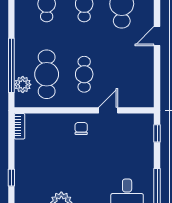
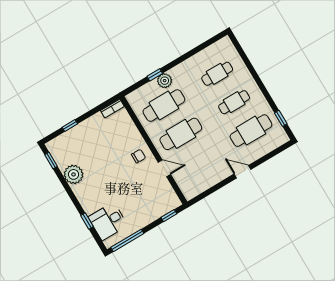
window: (11, 65) -> (155, 75), width x0.32
cafe table: (84, 74) -> (181, 134), width x1.37, depth x1.35
plant: (23, 85) -> (165, 81), moved

